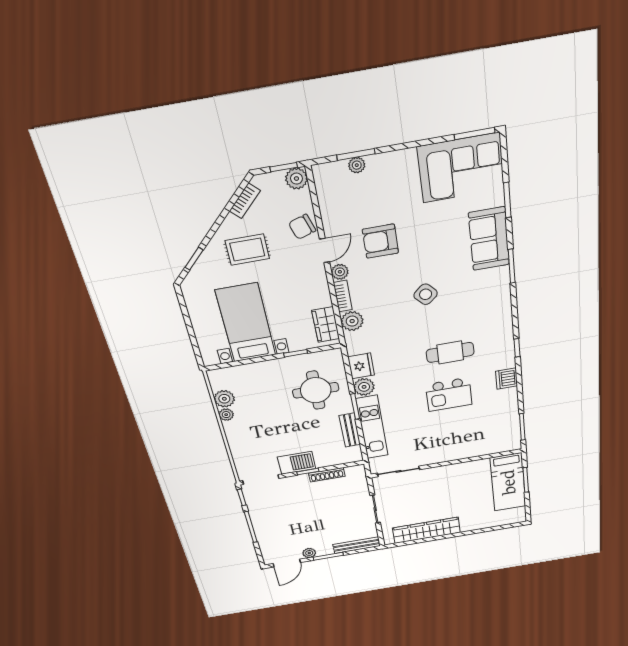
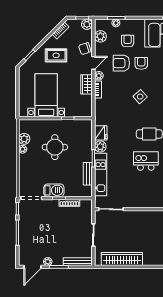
armchair: (387, 197) -> (128, 41), added
armchair: (420, 235) -> (141, 63), added
plant: (352, 321) -> (100, 36), moved
wardrobe: (326, 325) -> (86, 84), moved
round table: (316, 390) -> (55, 147), moved
kitchen island: (449, 394) -> (146, 161), turned 180

